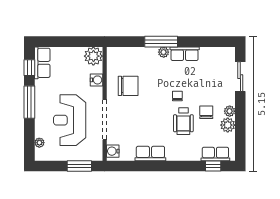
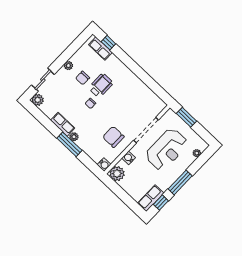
plant: (228, 125) -> (38, 100), moved
water cooler: (113, 151) -> (104, 165), moved
row of seats: (150, 153) -> (138, 85), removed

